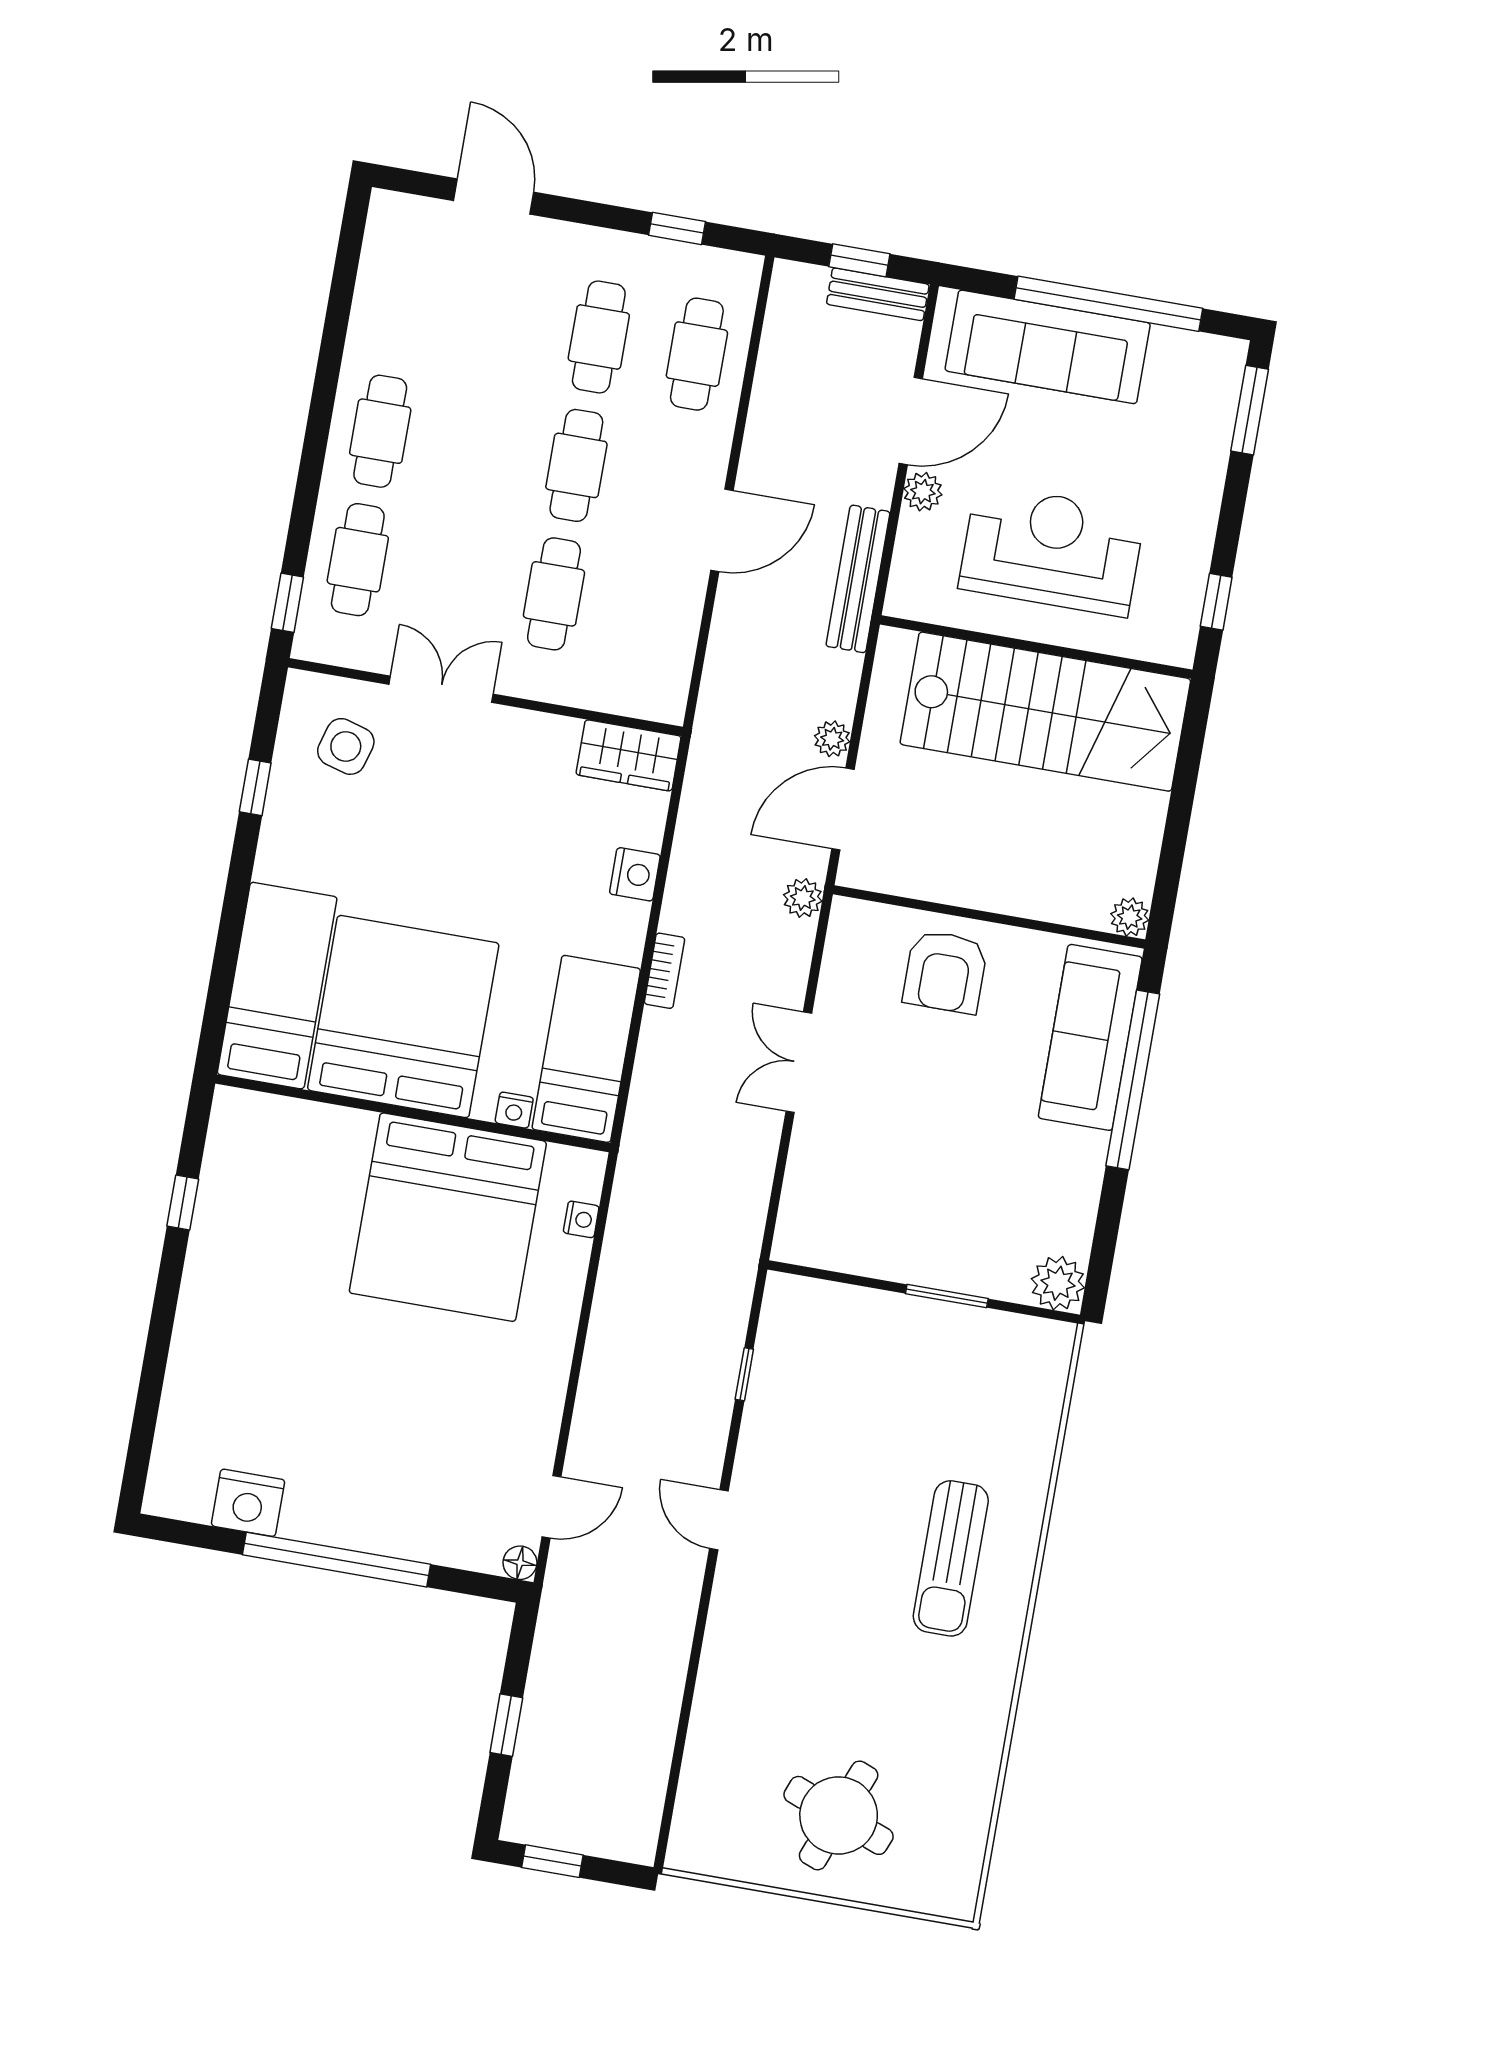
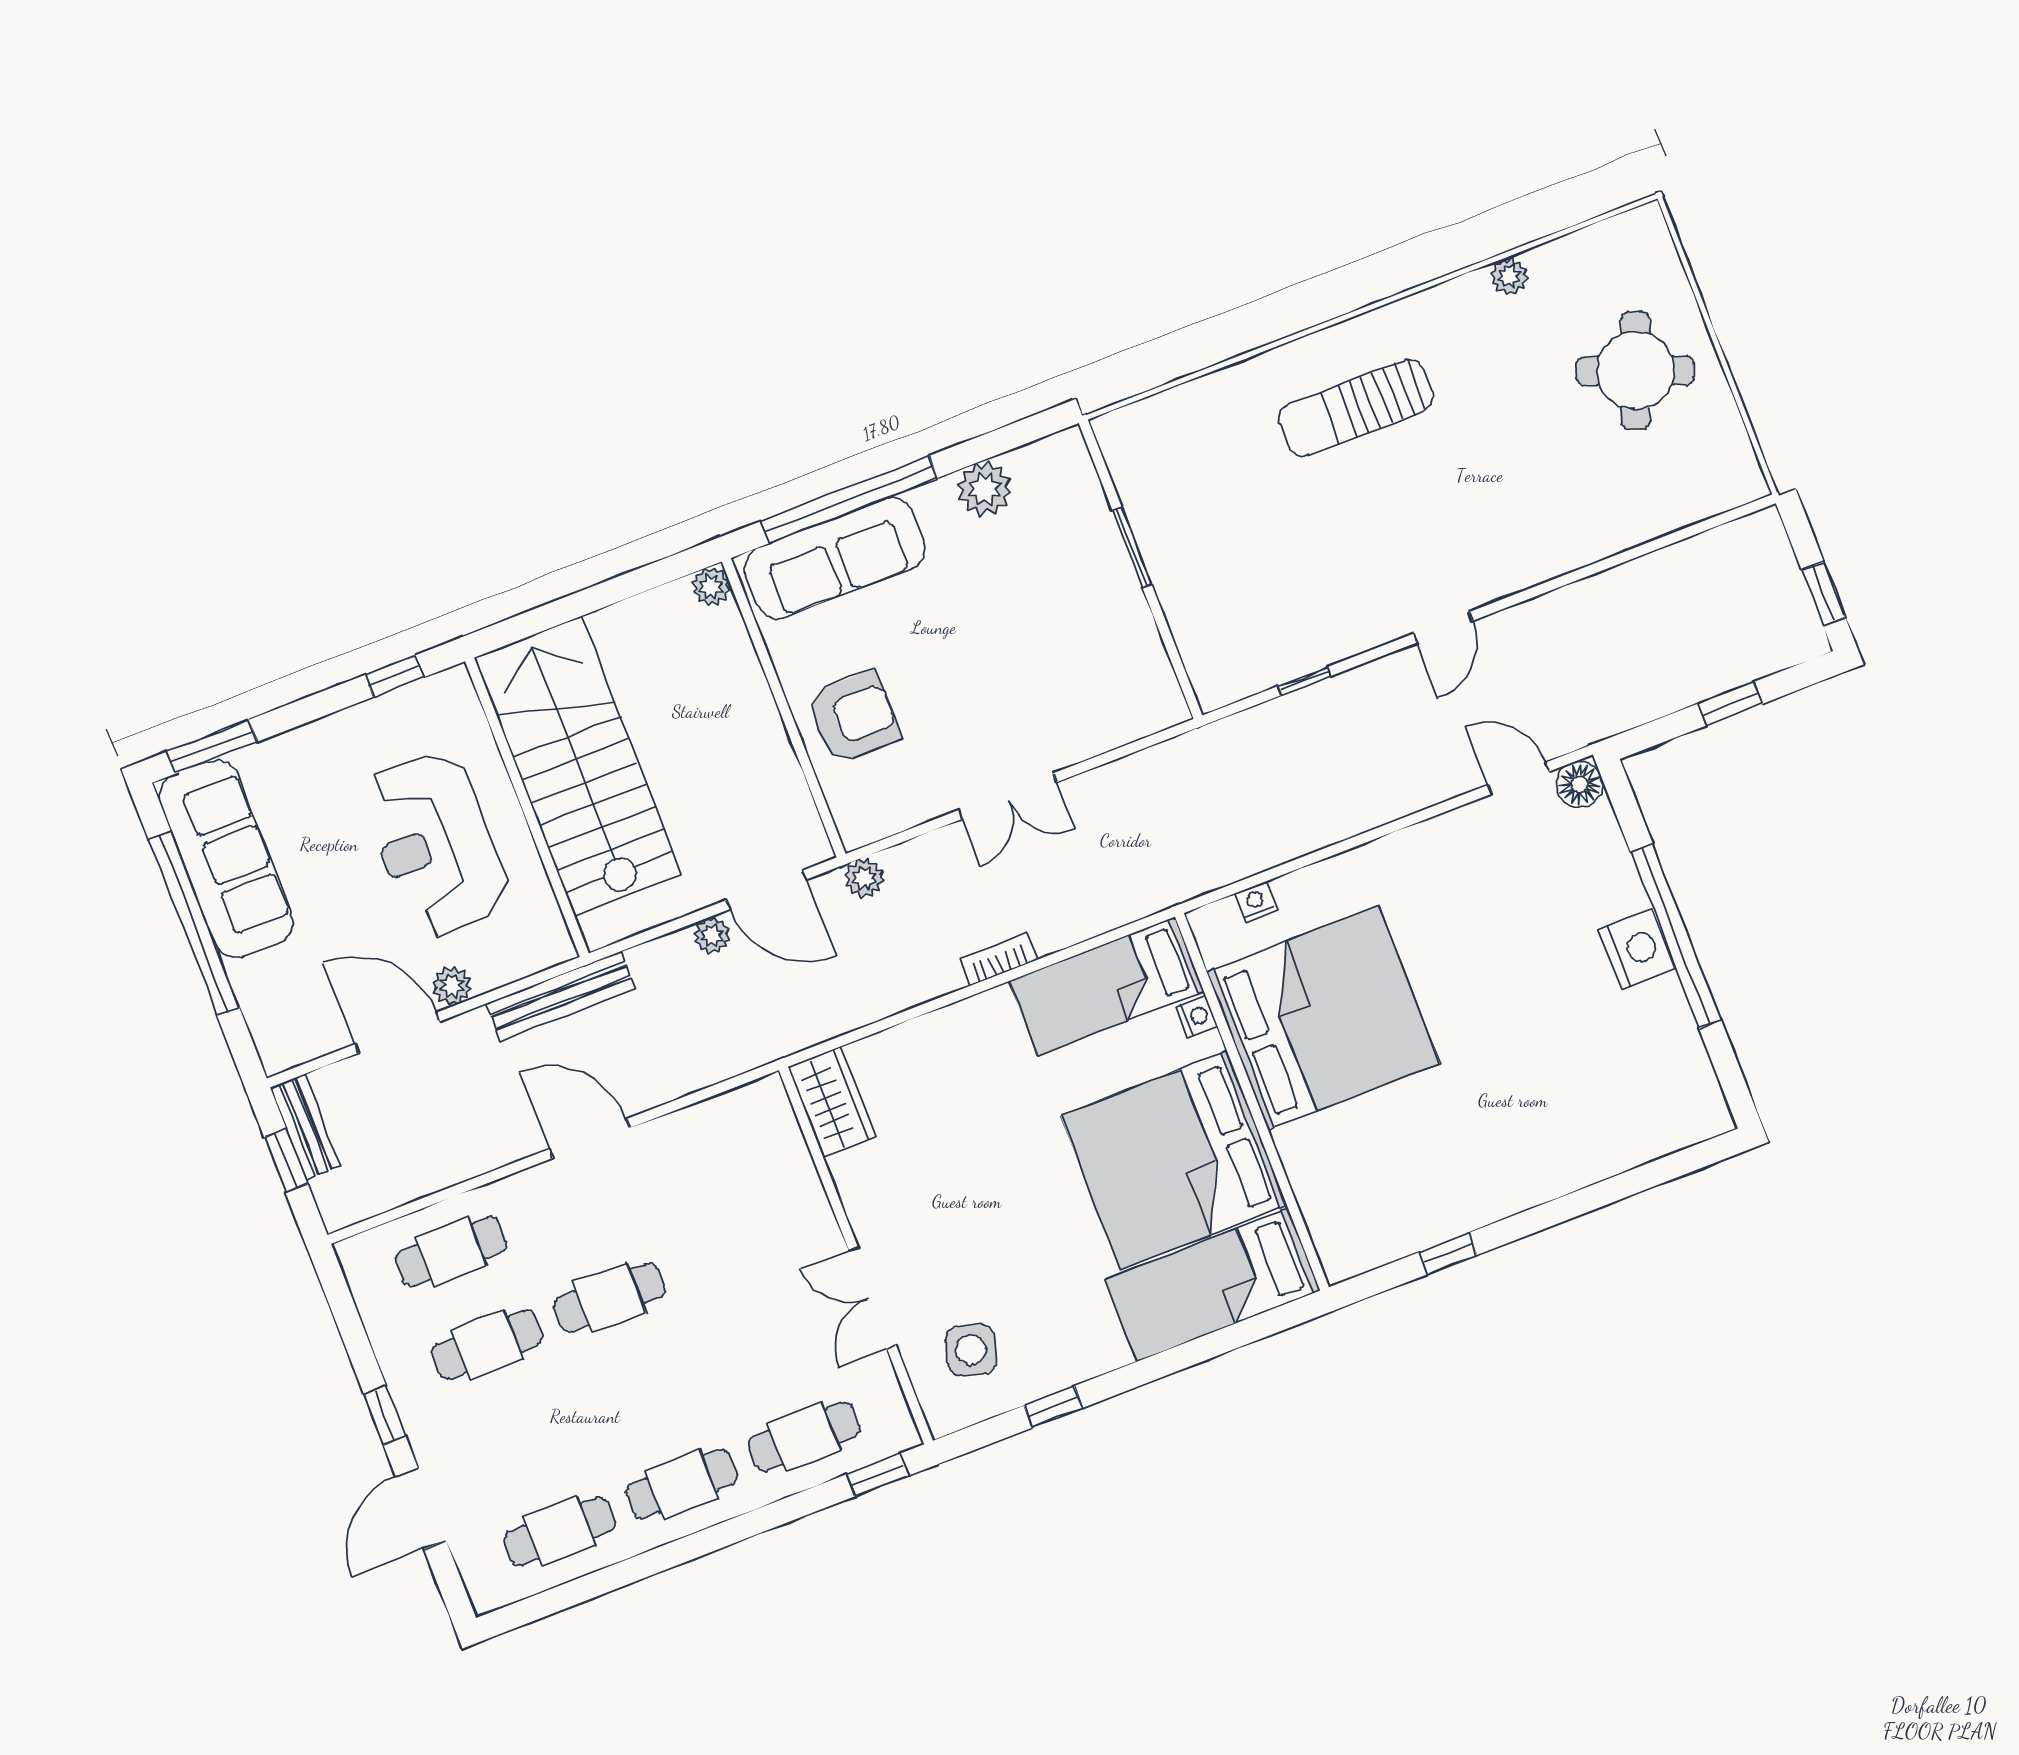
window: (677, 228) -> (385, 1415), moved
sofa: (1048, 347) -> (226, 859), moved
cafe table: (554, 594) -> (560, 1531), moved
nightstand: (635, 874) -> (931, 1035), removed
plant: (1058, 1283) -> (985, 489), moved
nightstand: (248, 1503) -> (1637, 949), moved
sun lounger: (951, 1558) -> (1356, 408), turned 180
floor lamp: (520, 1563) -> (1580, 784), width x1.37, depth x1.37
plant: (984, 1757) -> (1509, 276), added

